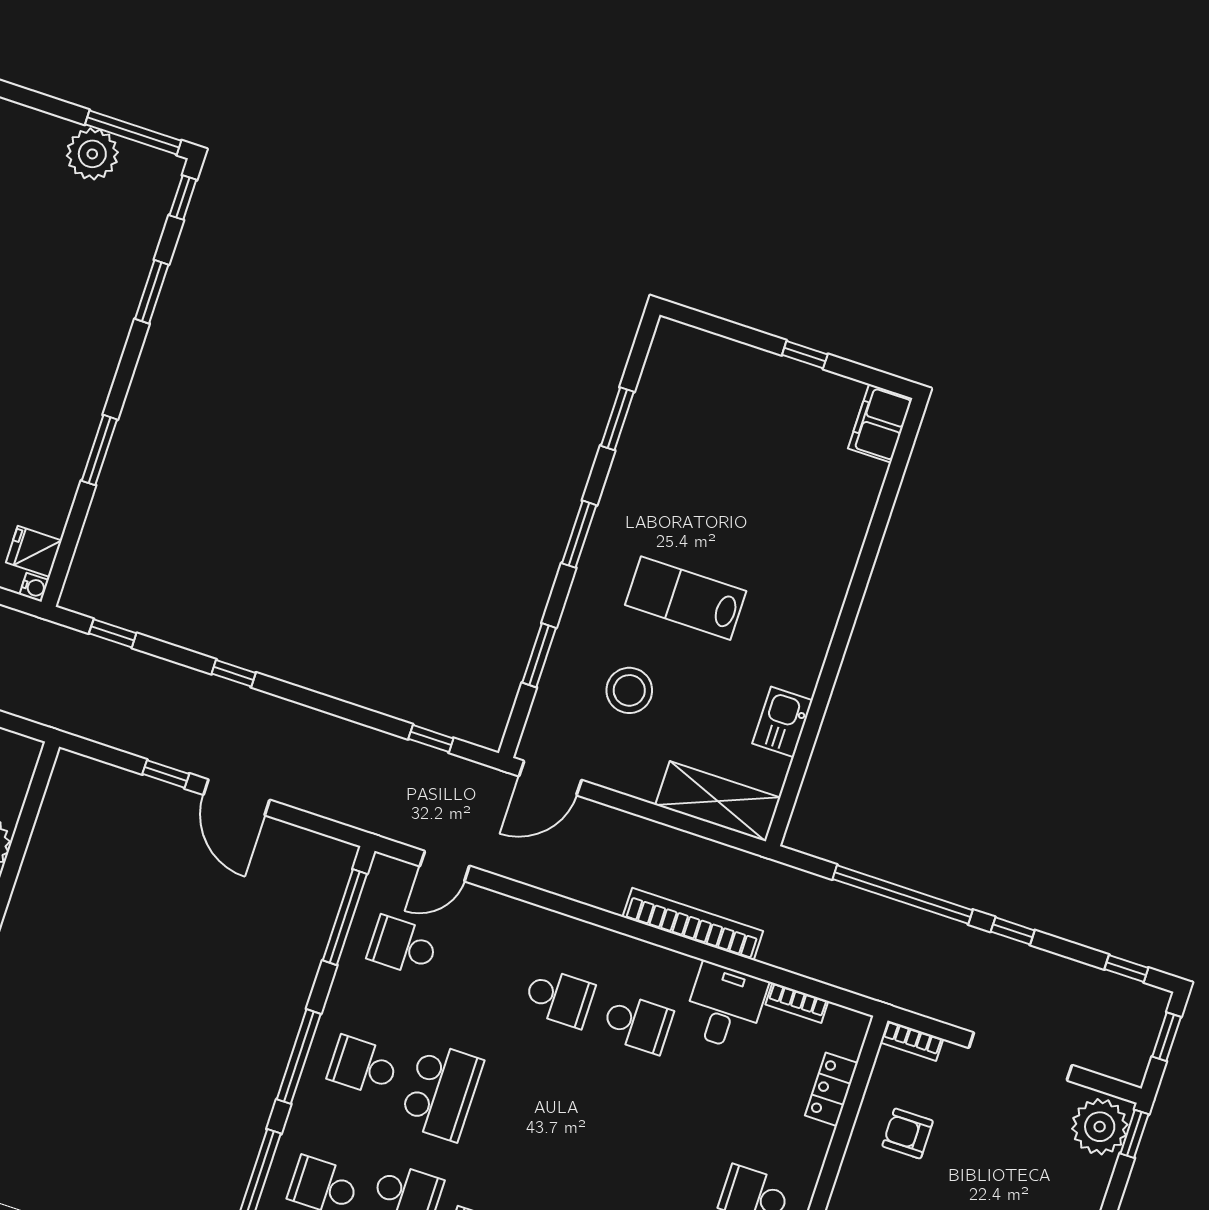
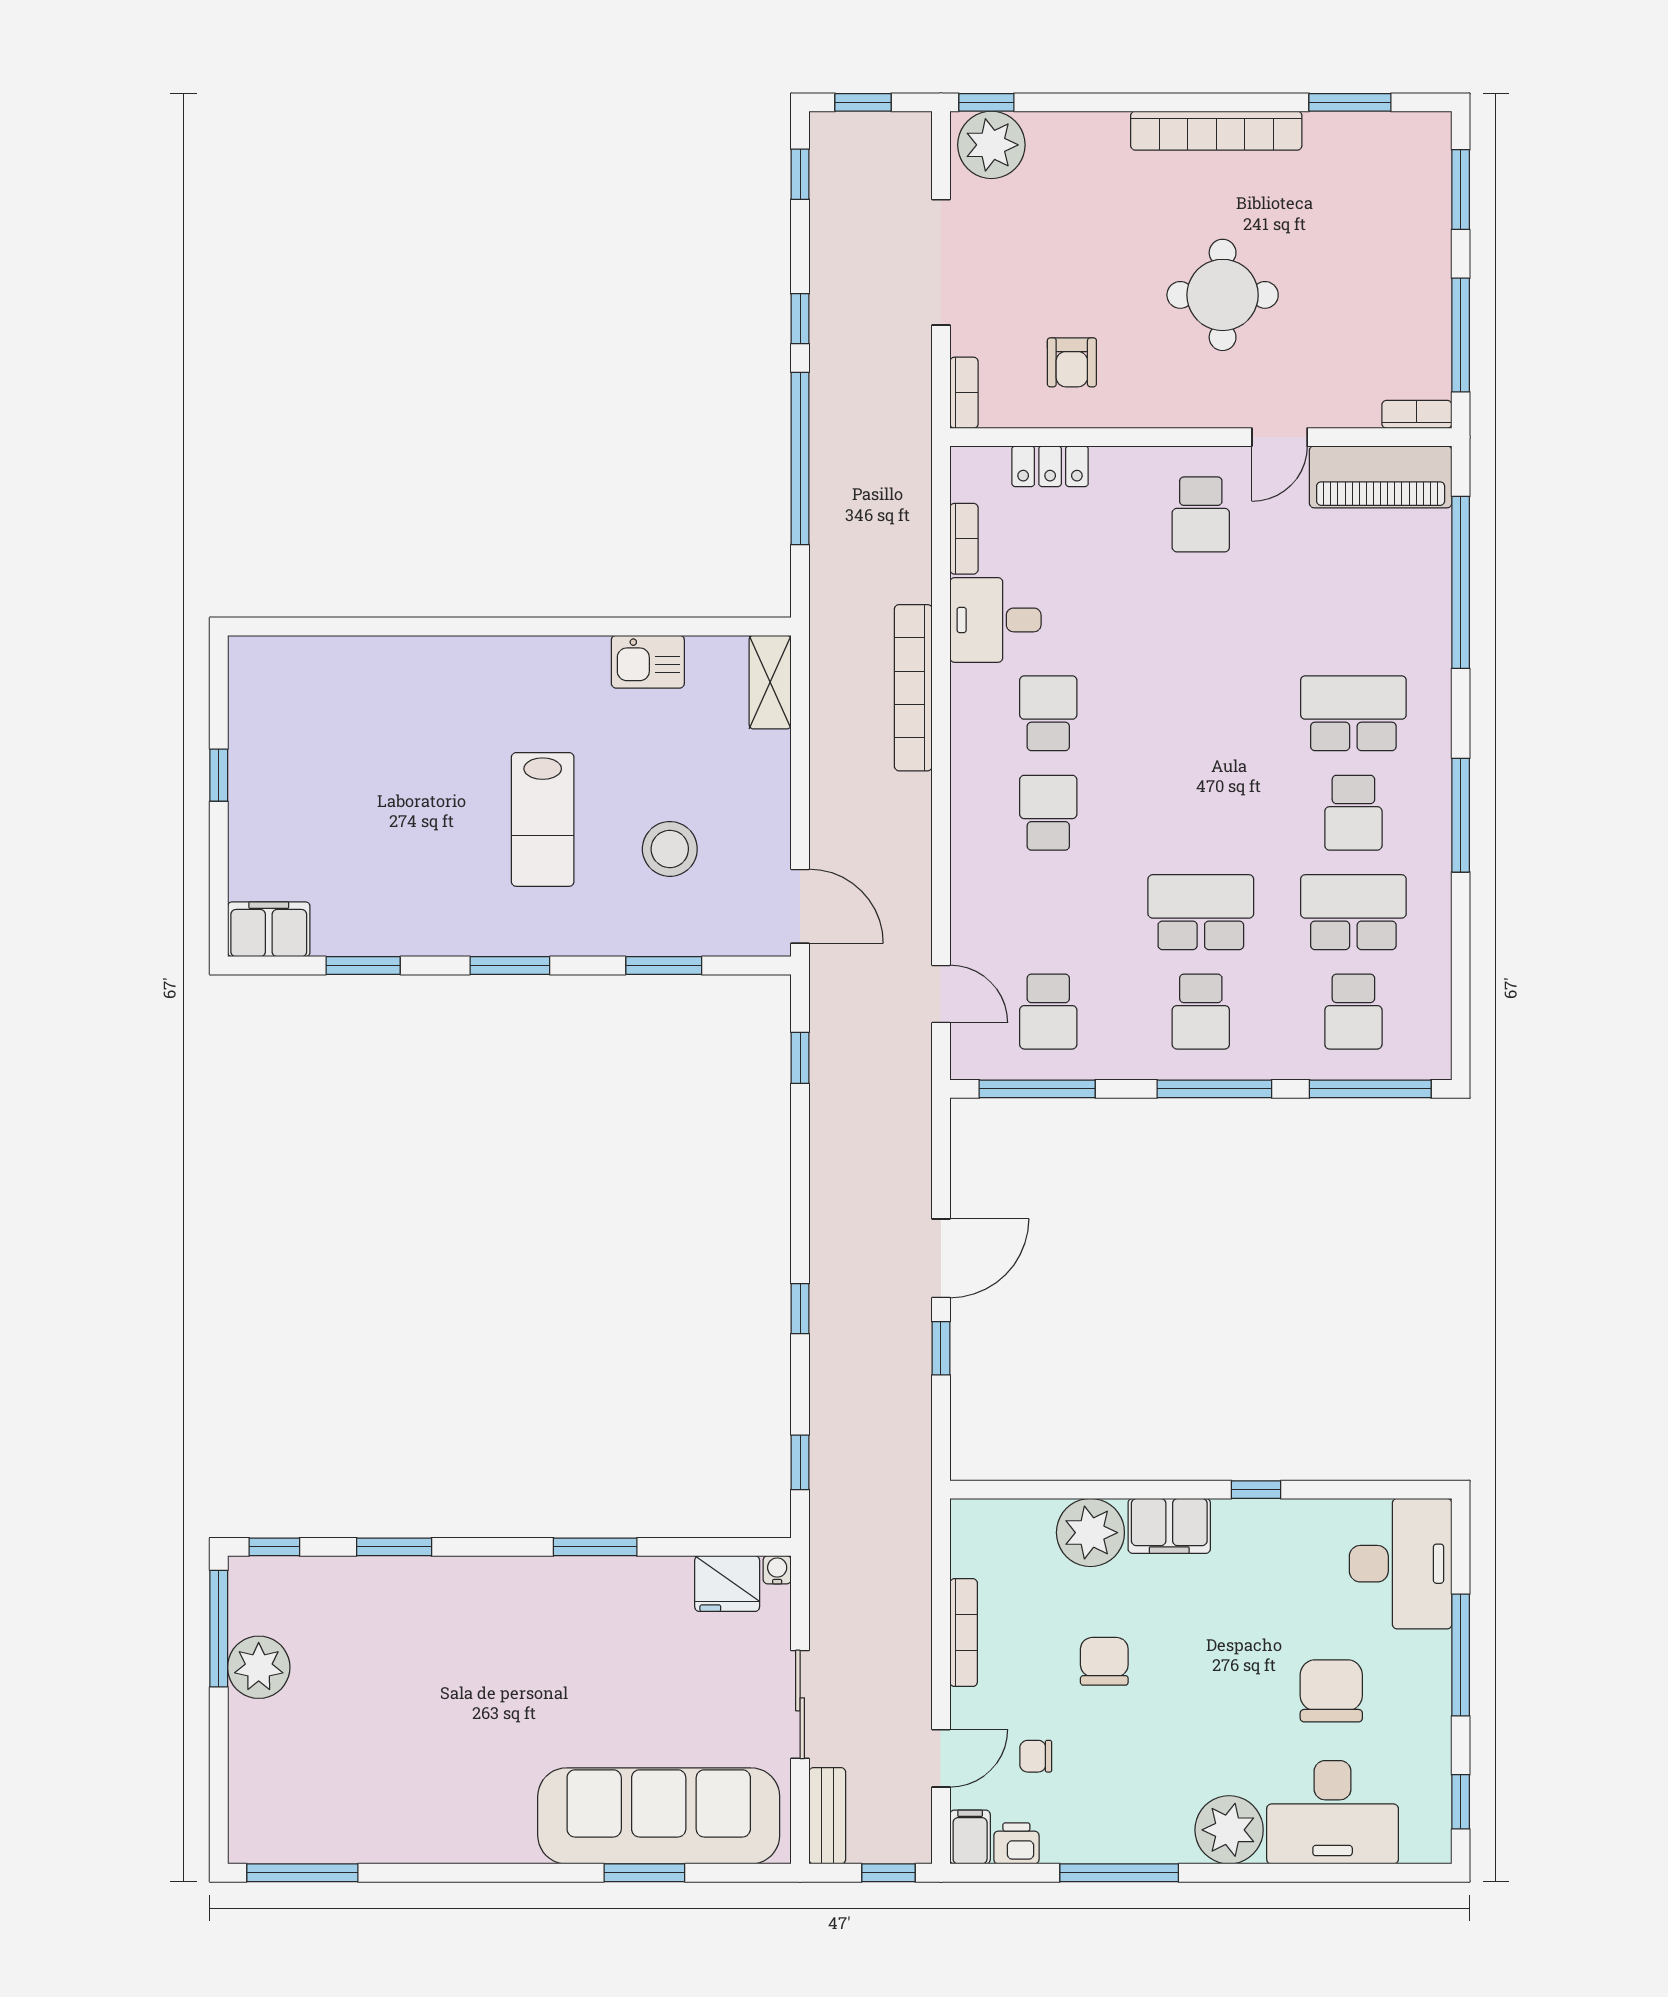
filing cabinet: (880, 423) -> (269, 929), moved, turned 180
fridge: (34, 551) -> (727, 1584), width x1.38
shelving: (718, 801) -> (770, 682), width x0.67, depth x0.75

